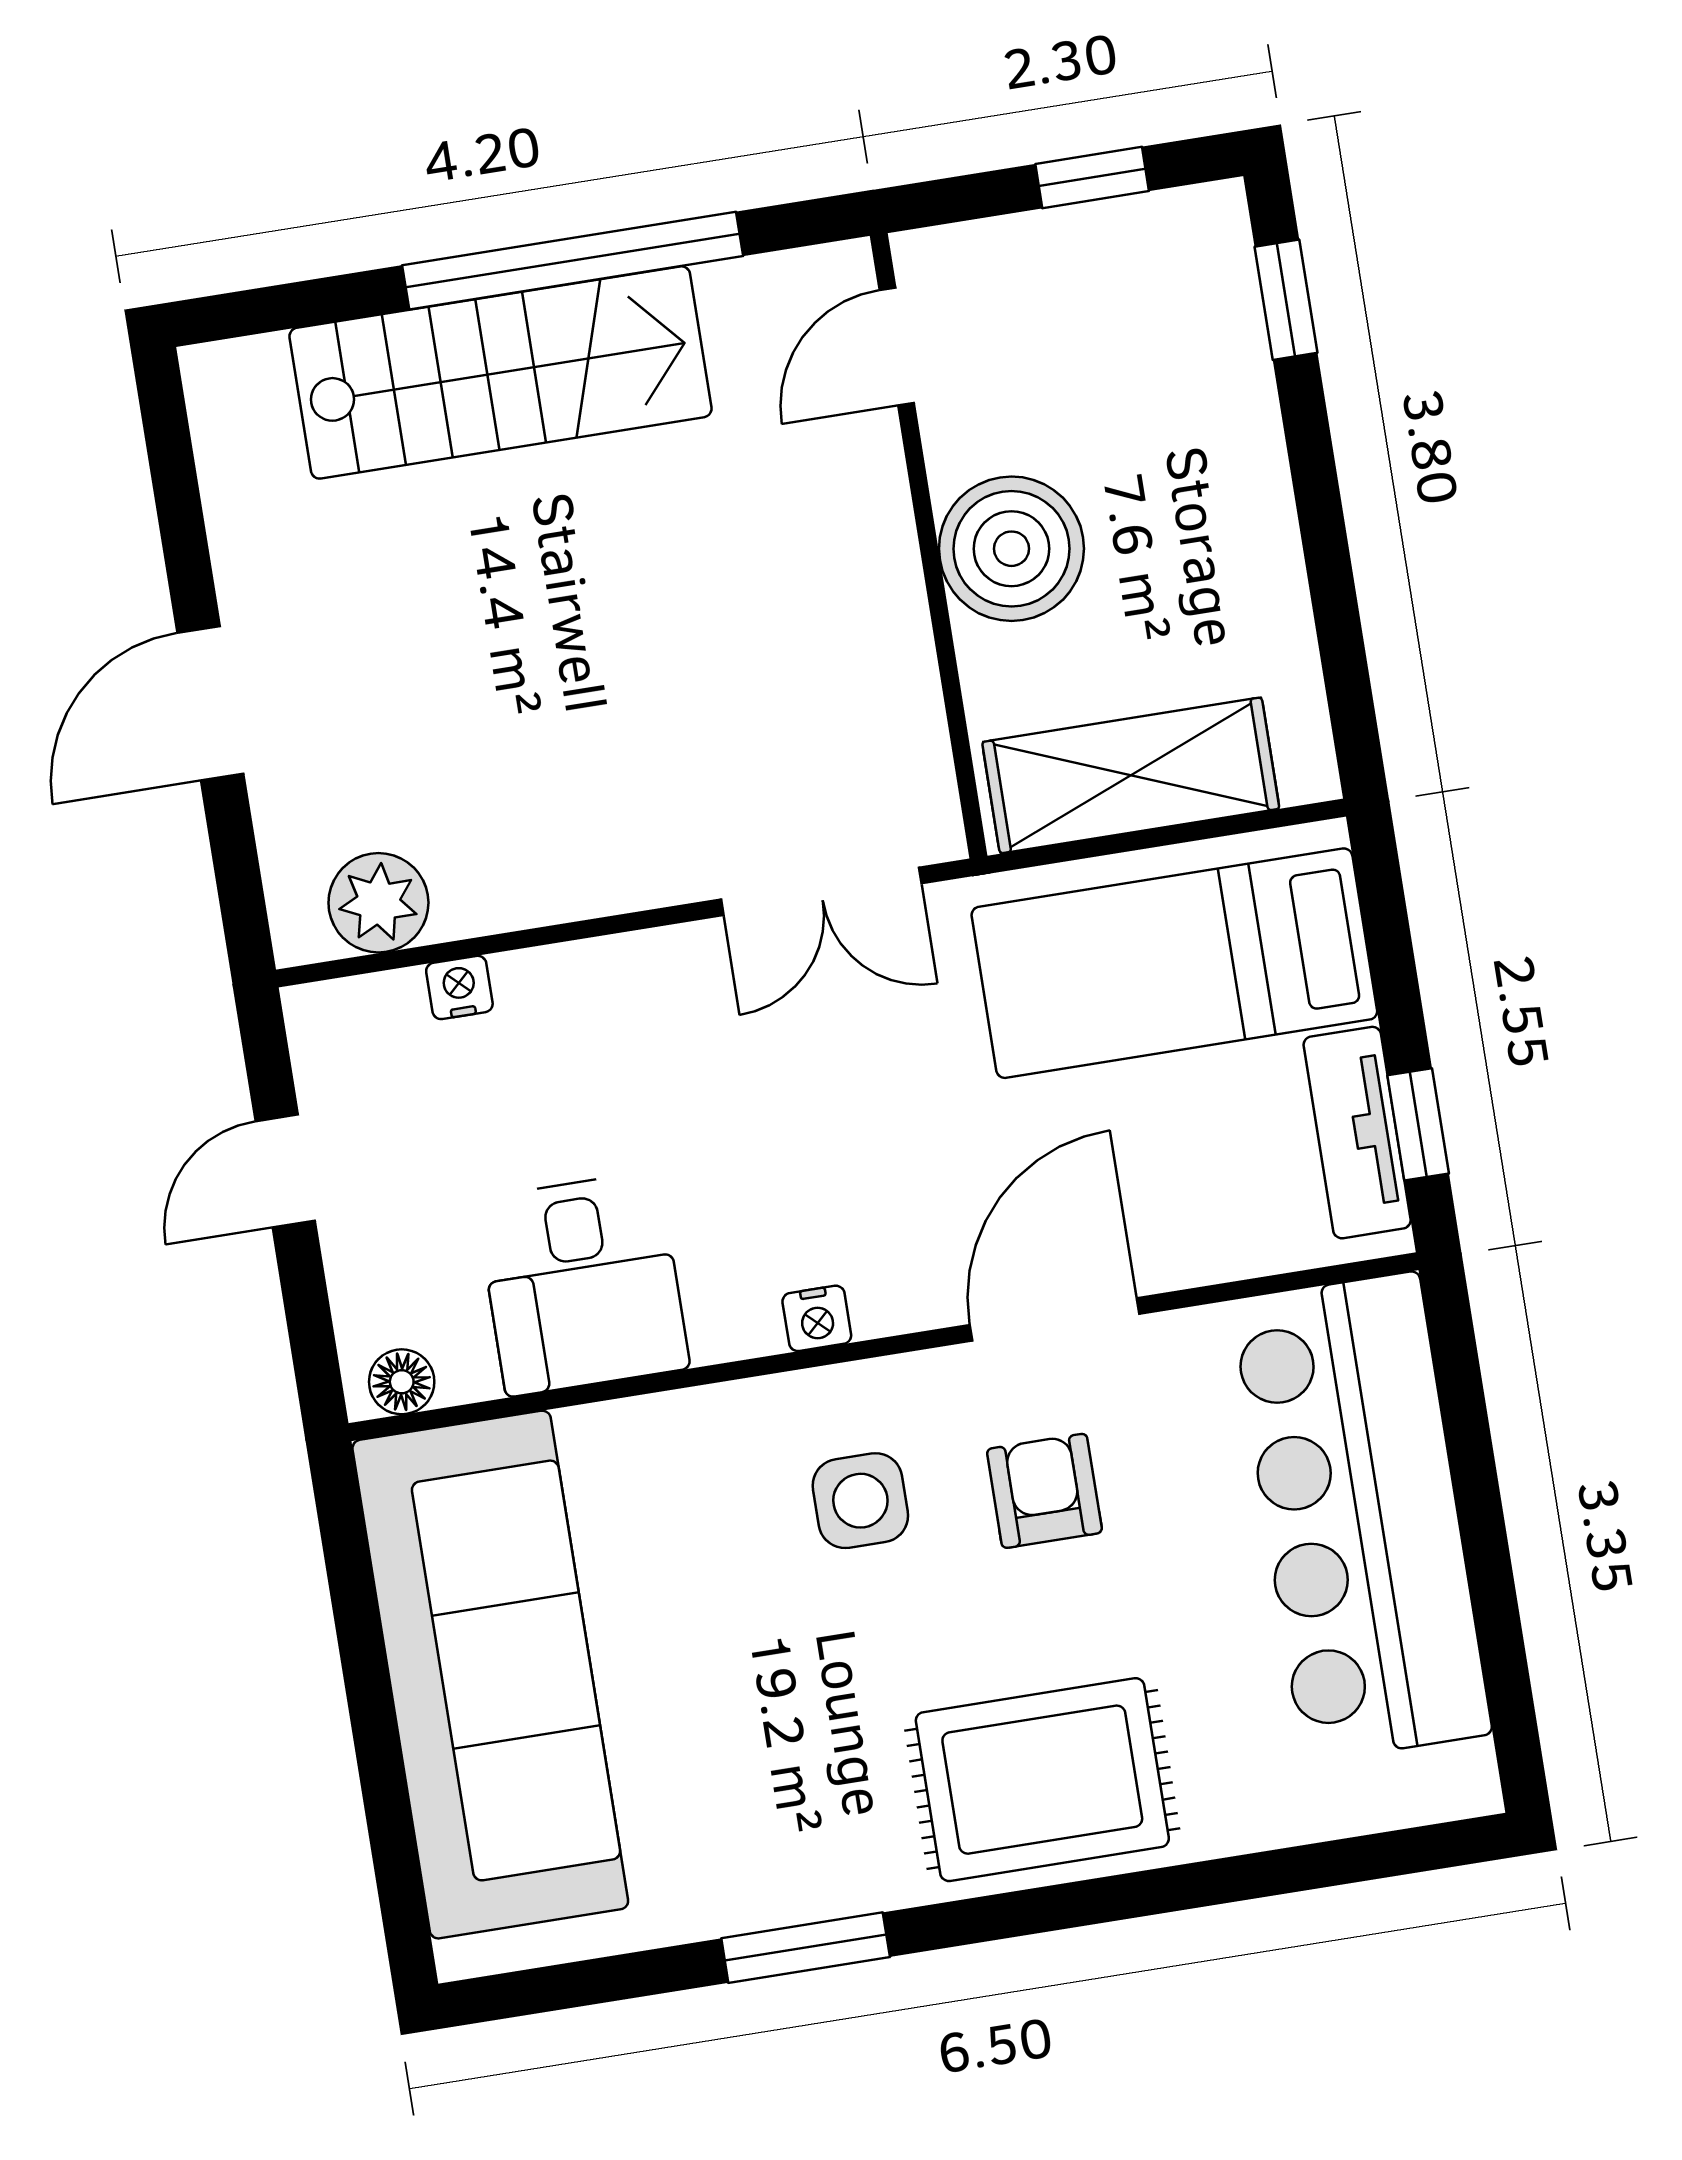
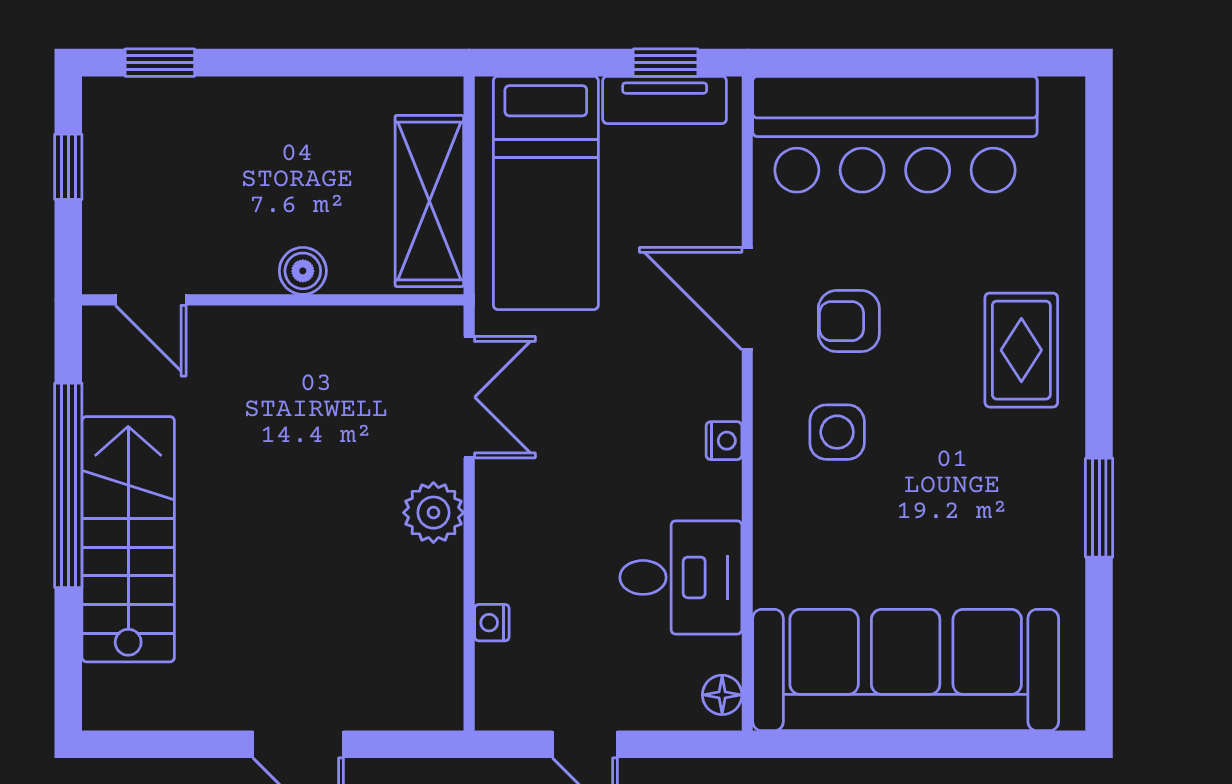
boiler: (1011, 549) -> (303, 271), width x0.54, depth x0.54
plant: (378, 903) -> (433, 513), moved
rug: (1042, 1780) -> (1021, 350), width x0.73, depth x0.70

